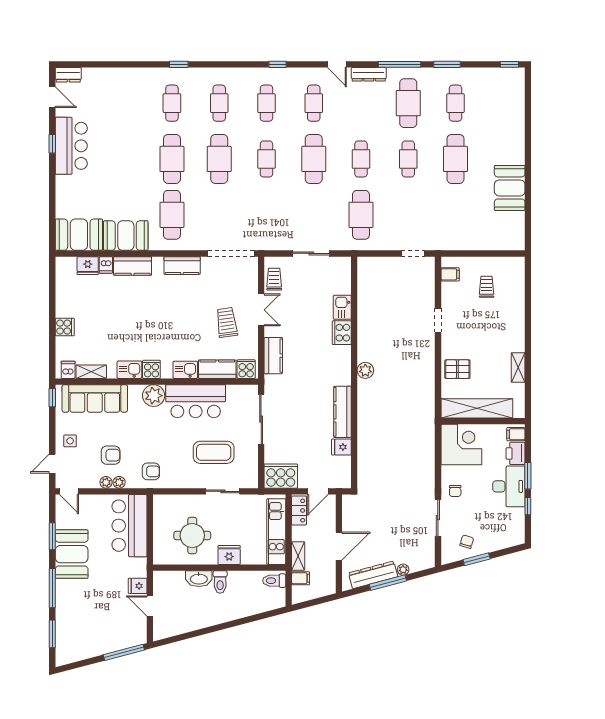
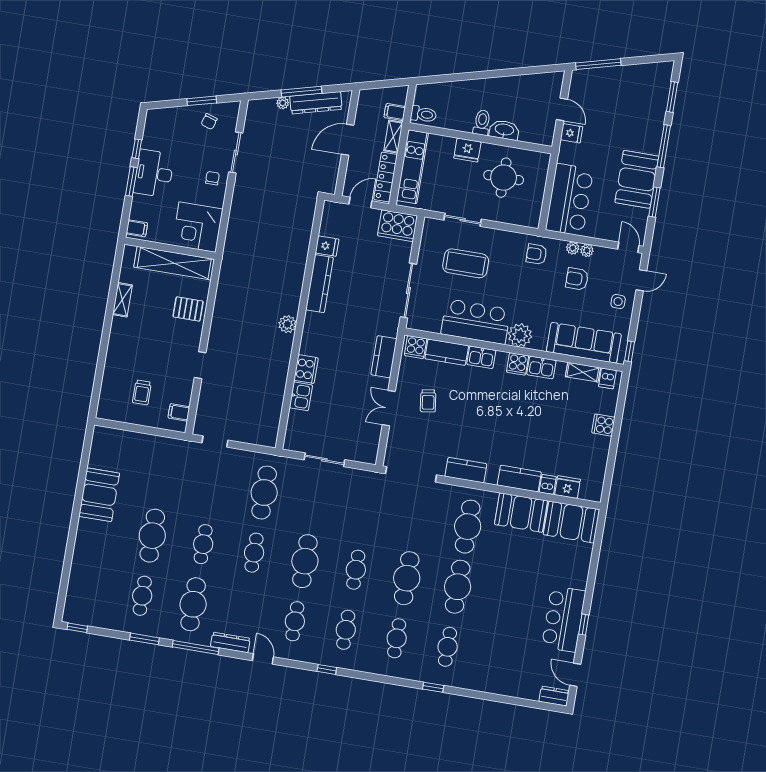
trolley: (274, 279) -> (369, 439), removed
trolley: (227, 322) -> (428, 401), width x0.73, depth x0.72
printer: (516, 453) -> (141, 208), removed
locker: (299, 511) -> (386, 177), width x1.53

